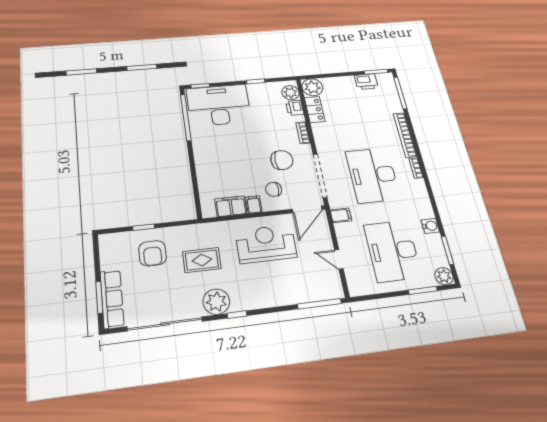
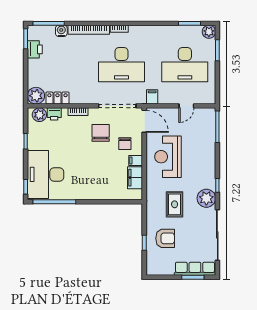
water cooler: (430, 226) -> (61, 31), moved

